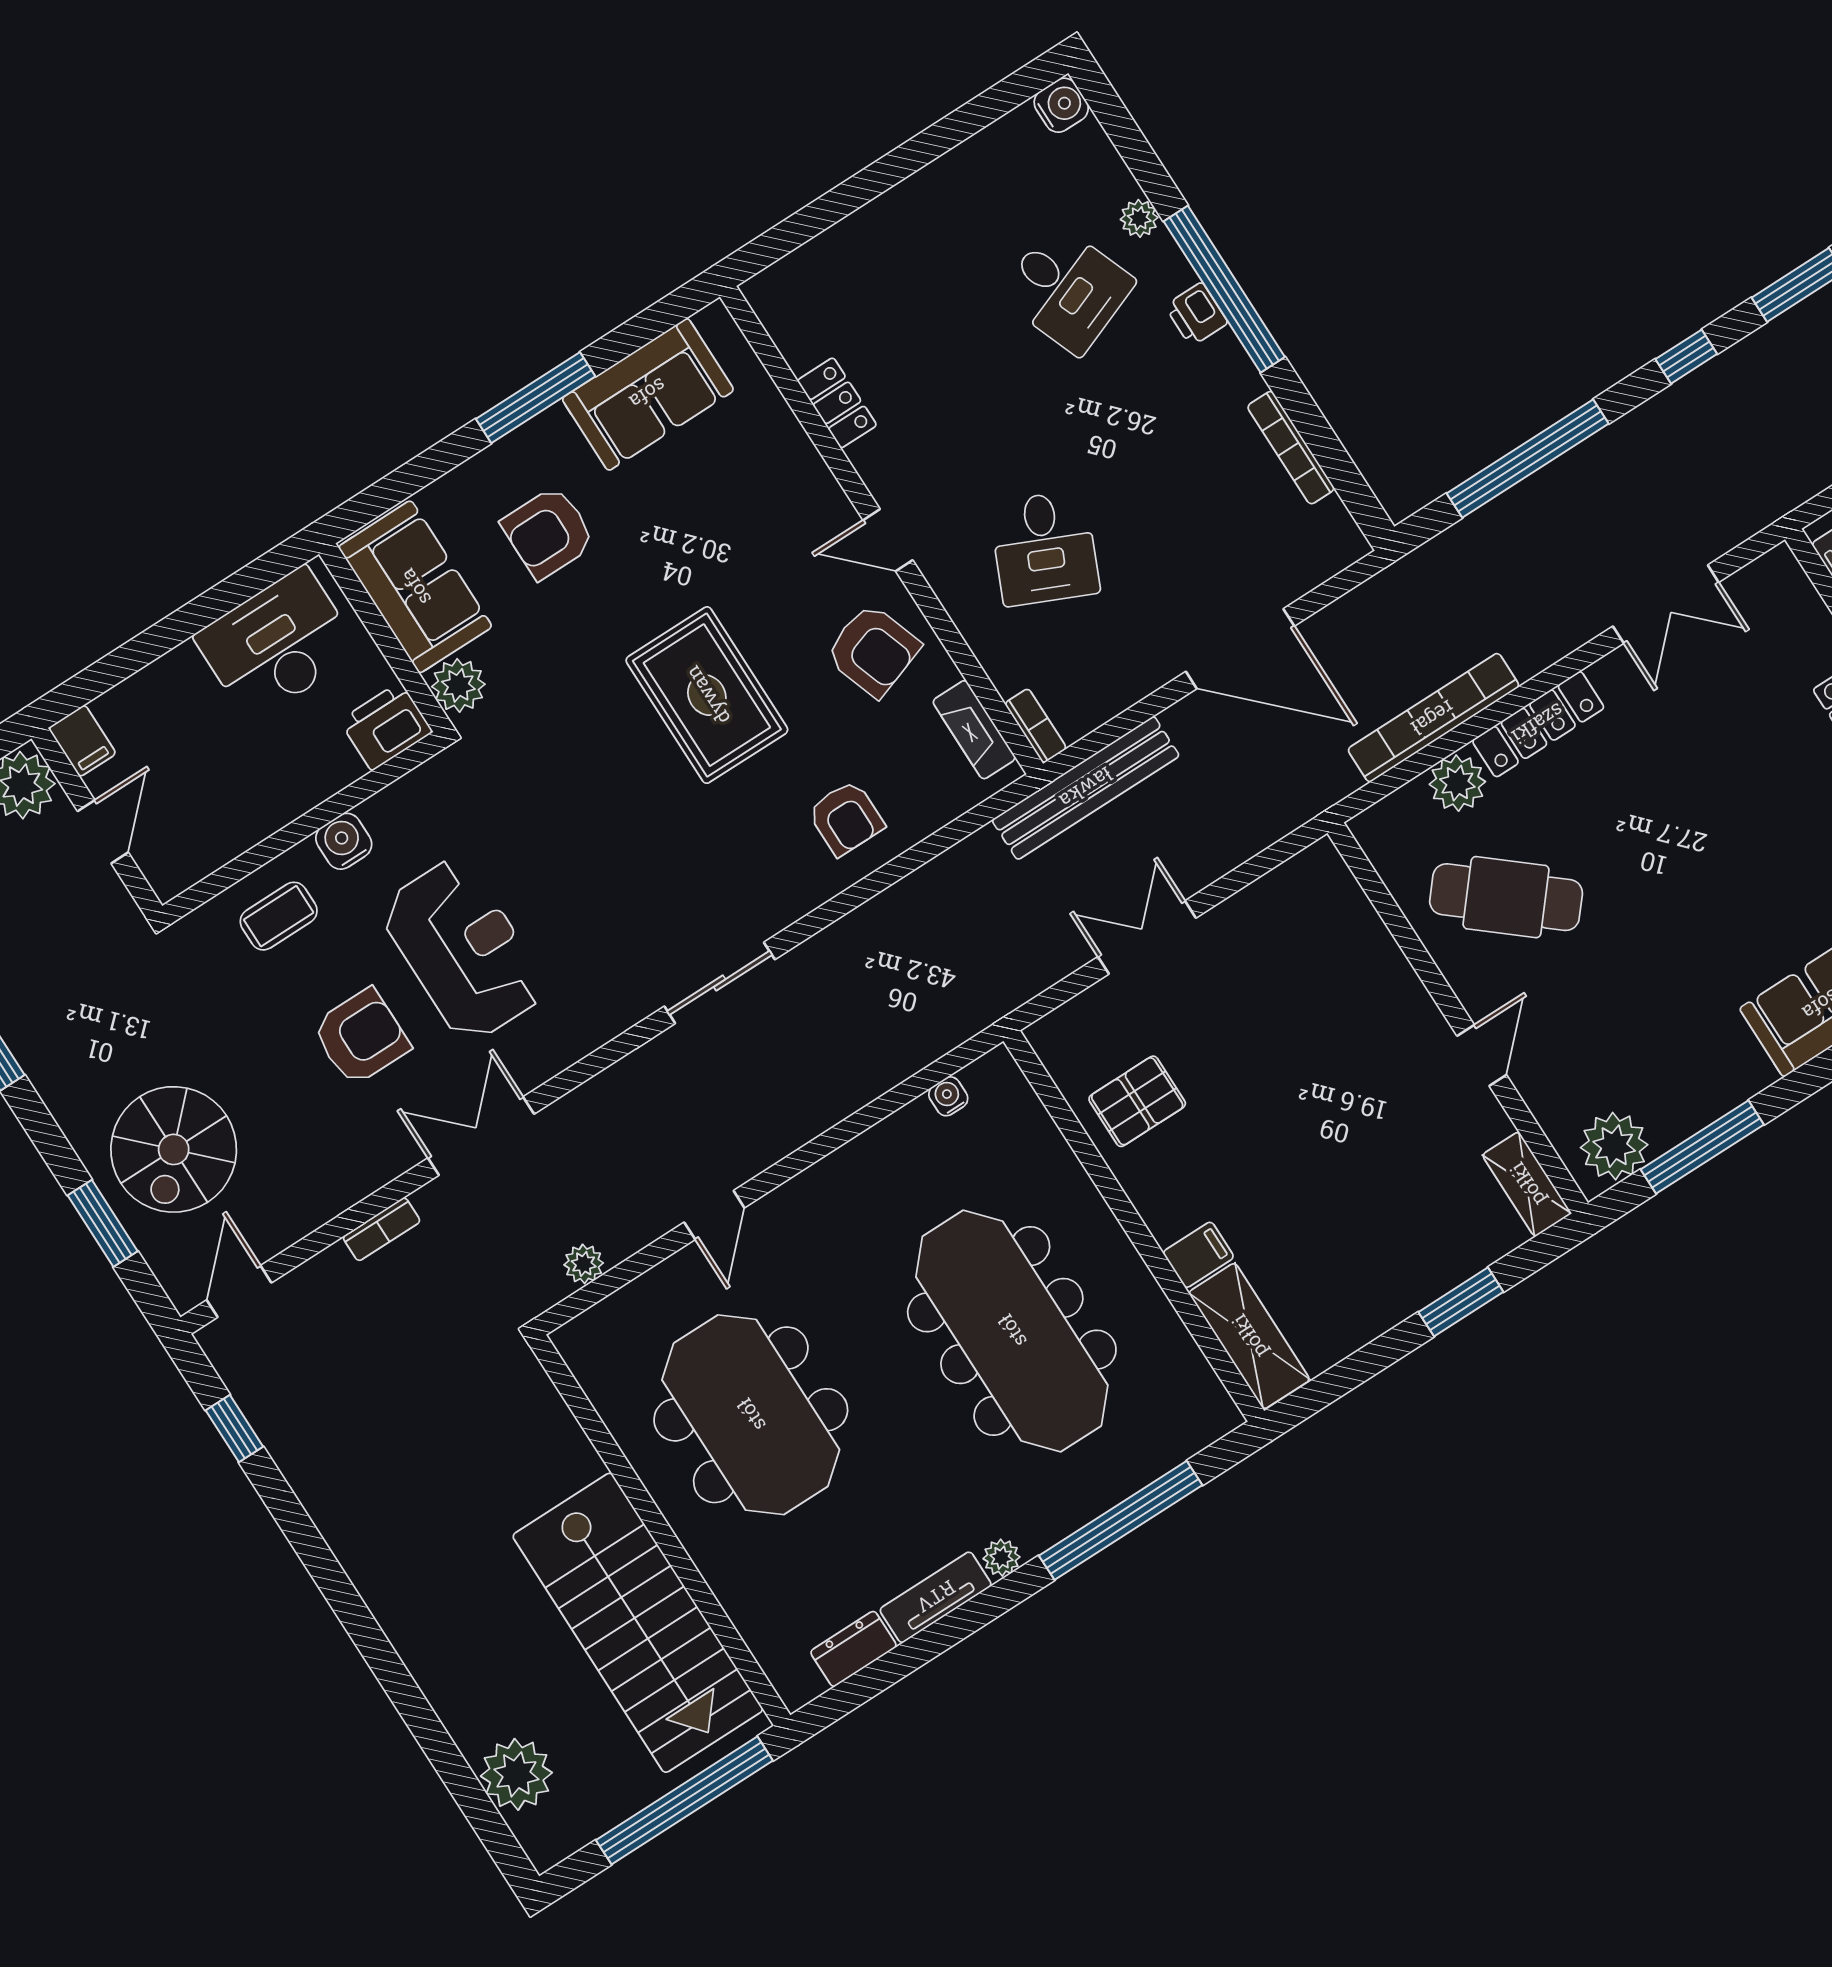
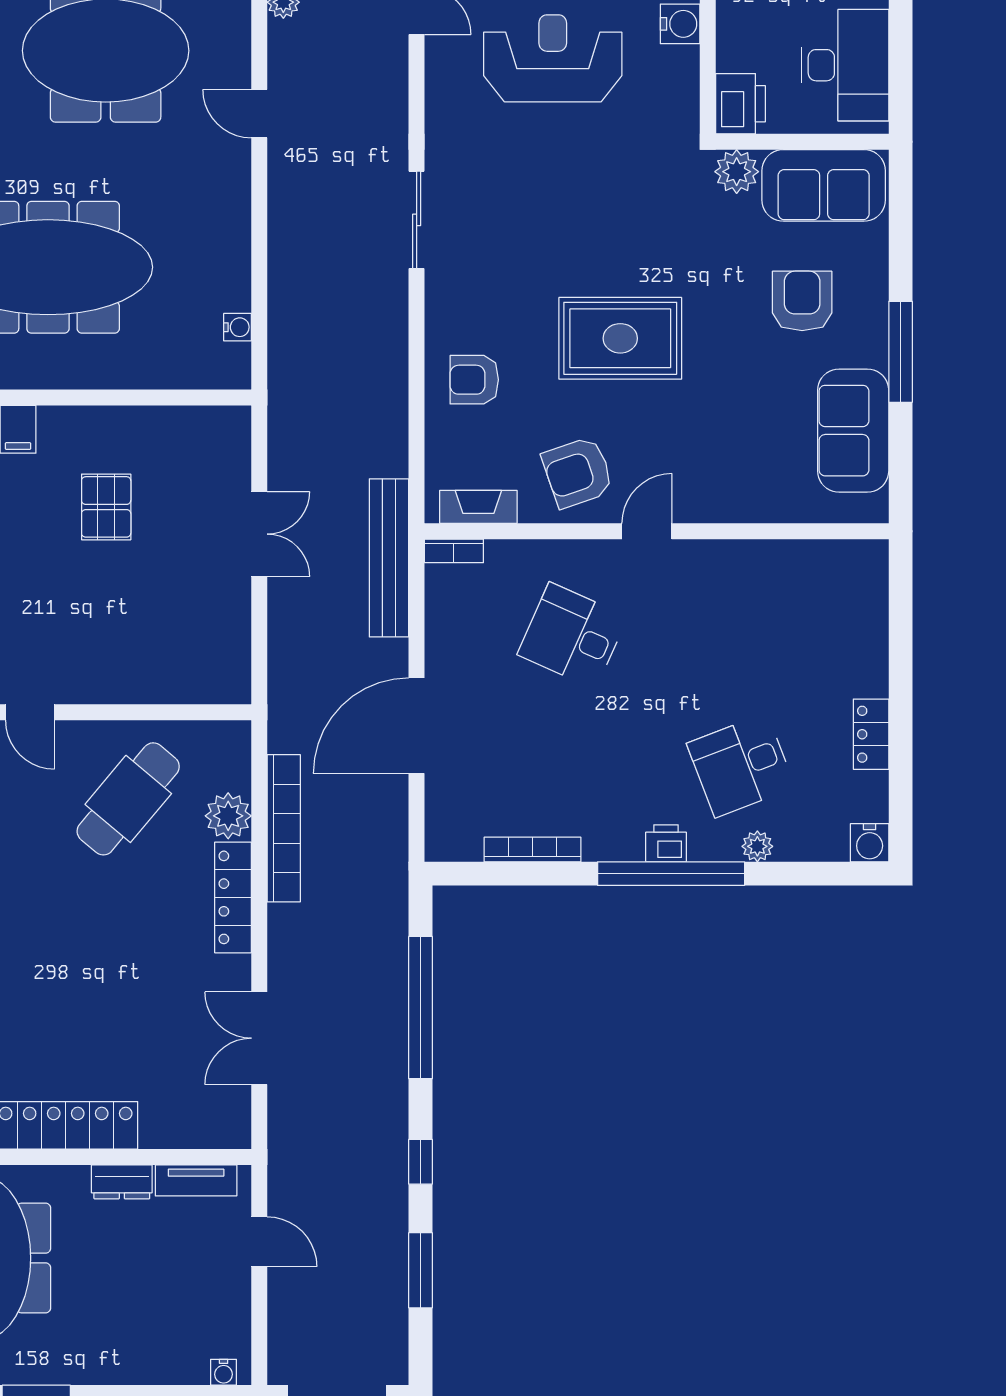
locker: (837, 403) -> (871, 734), moved, turned 90
reception desk: (463, 950) -> (553, 58), turned 180
pallet: (1137, 1101) -> (106, 507), moved

